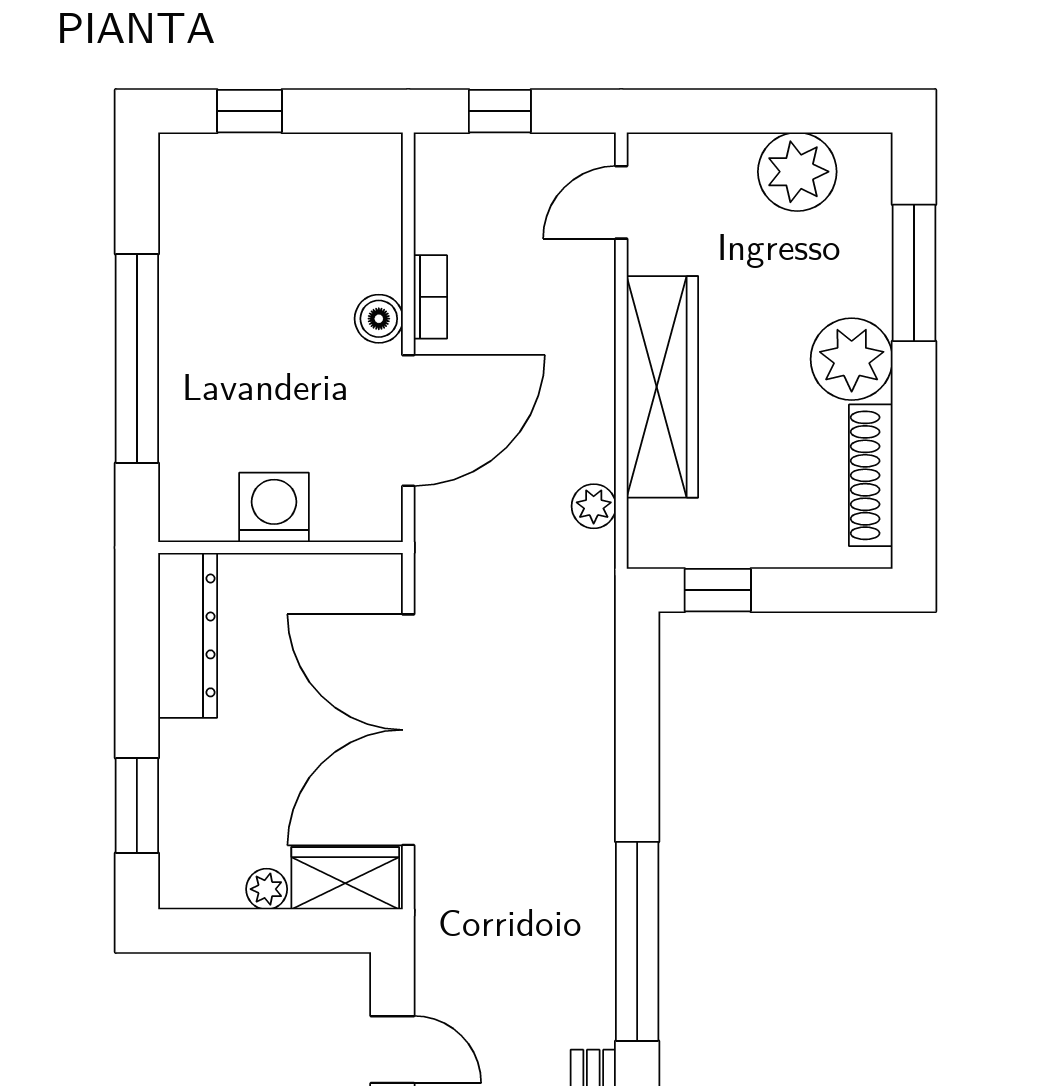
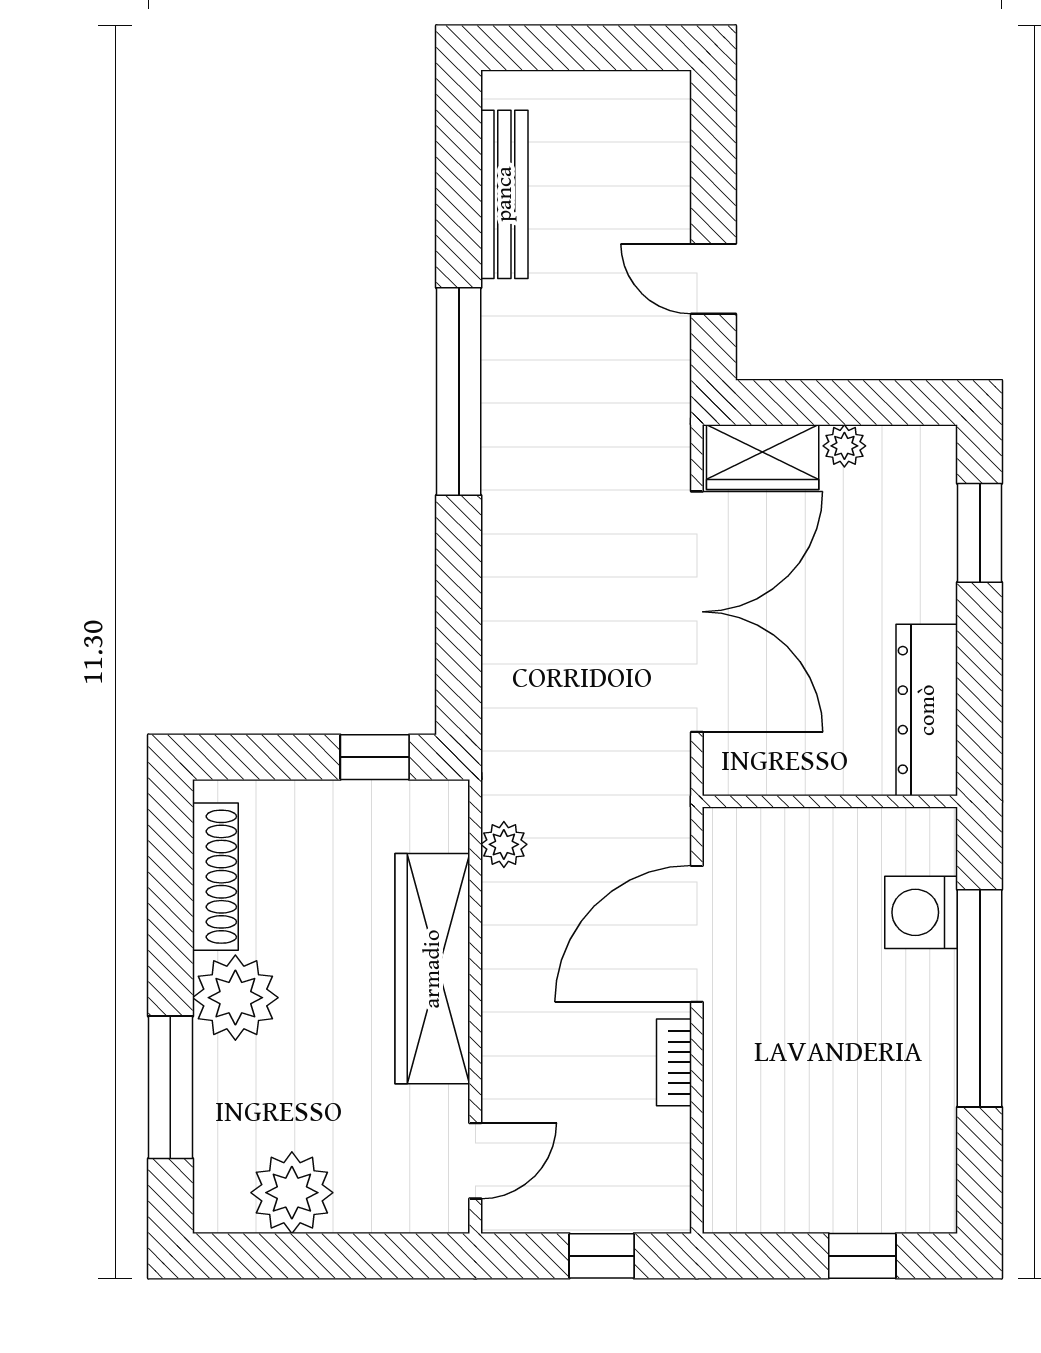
boiler: (379, 319) -> (728, 1040), removed
washing machine: (274, 507) -> (921, 912), moved, turned 90

